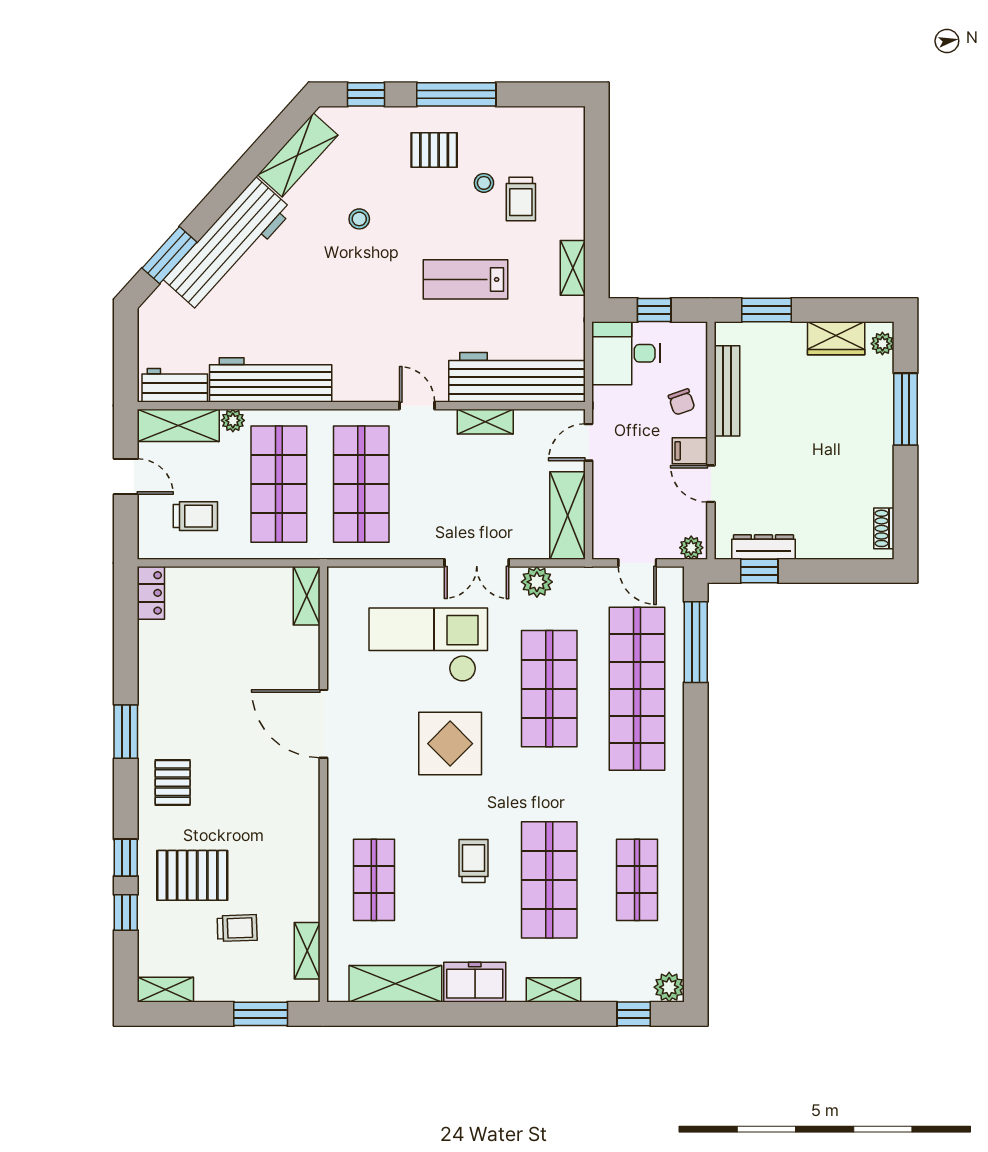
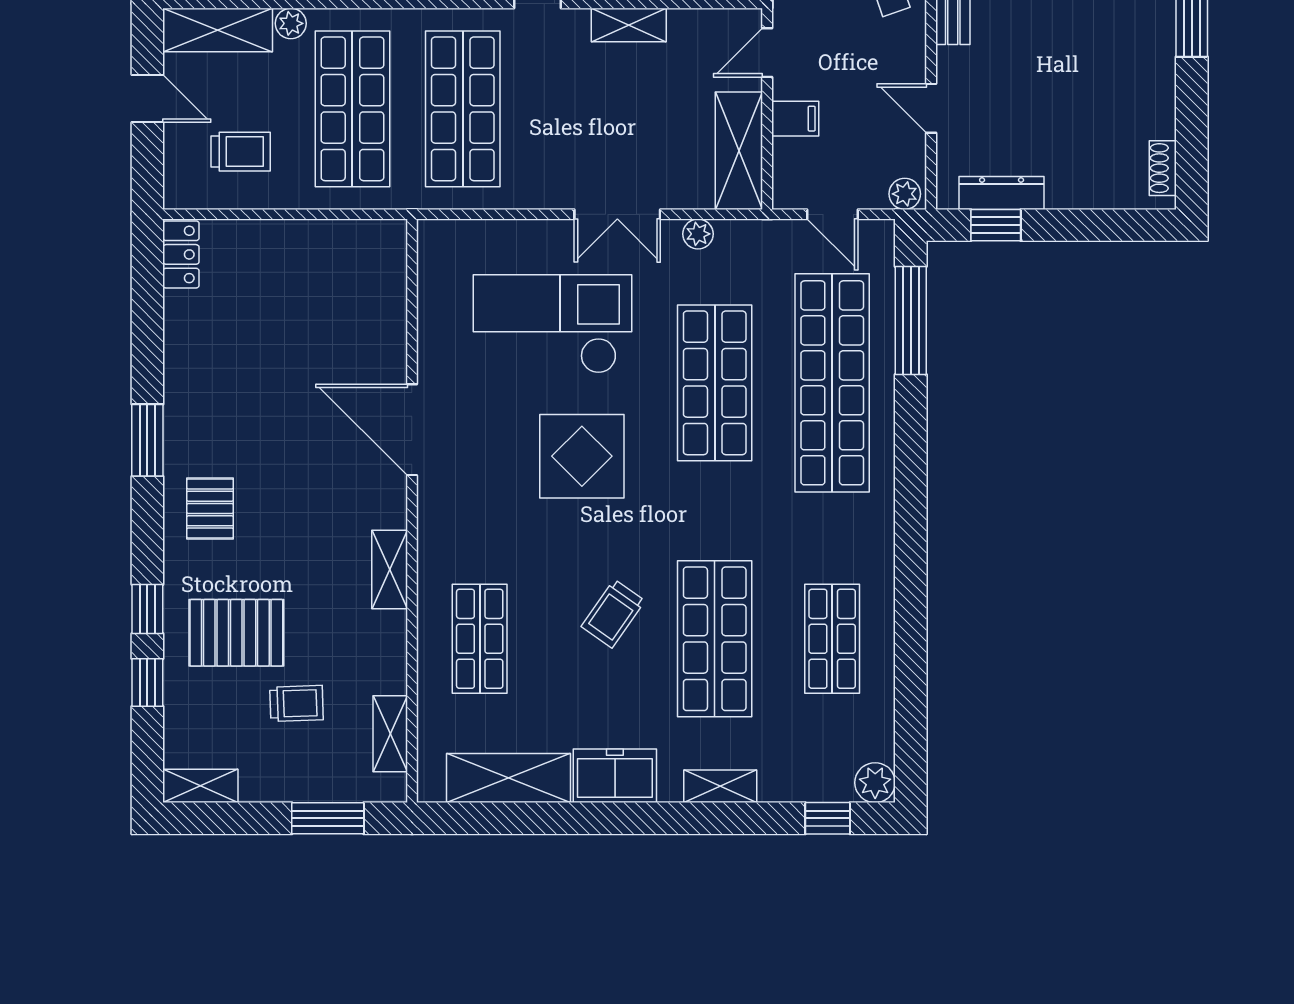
filing cabinet: (690, 451) -> (795, 119), moved, turned 180
plant: (537, 582) -> (698, 234), width x0.73, depth x0.73
shelving: (307, 596) -> (390, 570), moved
trolley: (474, 861) -> (613, 614), turned -145

